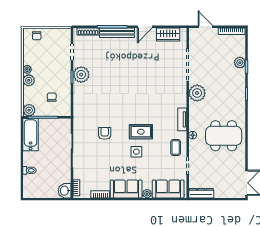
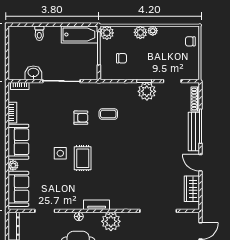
plant: (197, 93) -> (111, 221), moved
coffee table: (176, 148) -> (108, 114), moved
washbasin: (65, 191) -> (33, 73), moved

